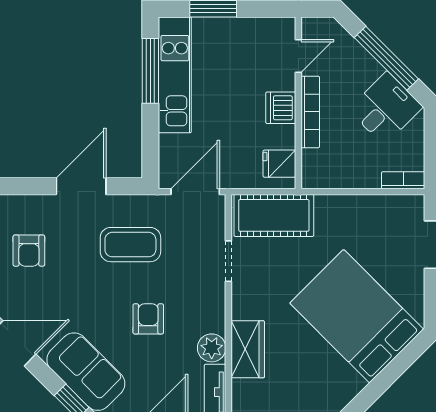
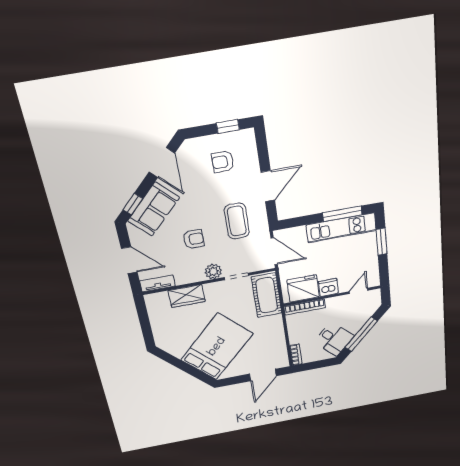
door: (298, 56) -> (358, 291), swing flipped
bookcase: (310, 112) -> (305, 307), moved
fridge: (279, 164) -> (303, 288), width x1.88, depth x1.34
door: (81, 186) -> (268, 186), hinge flipped
plant: (212, 348) -> (213, 271), moved

